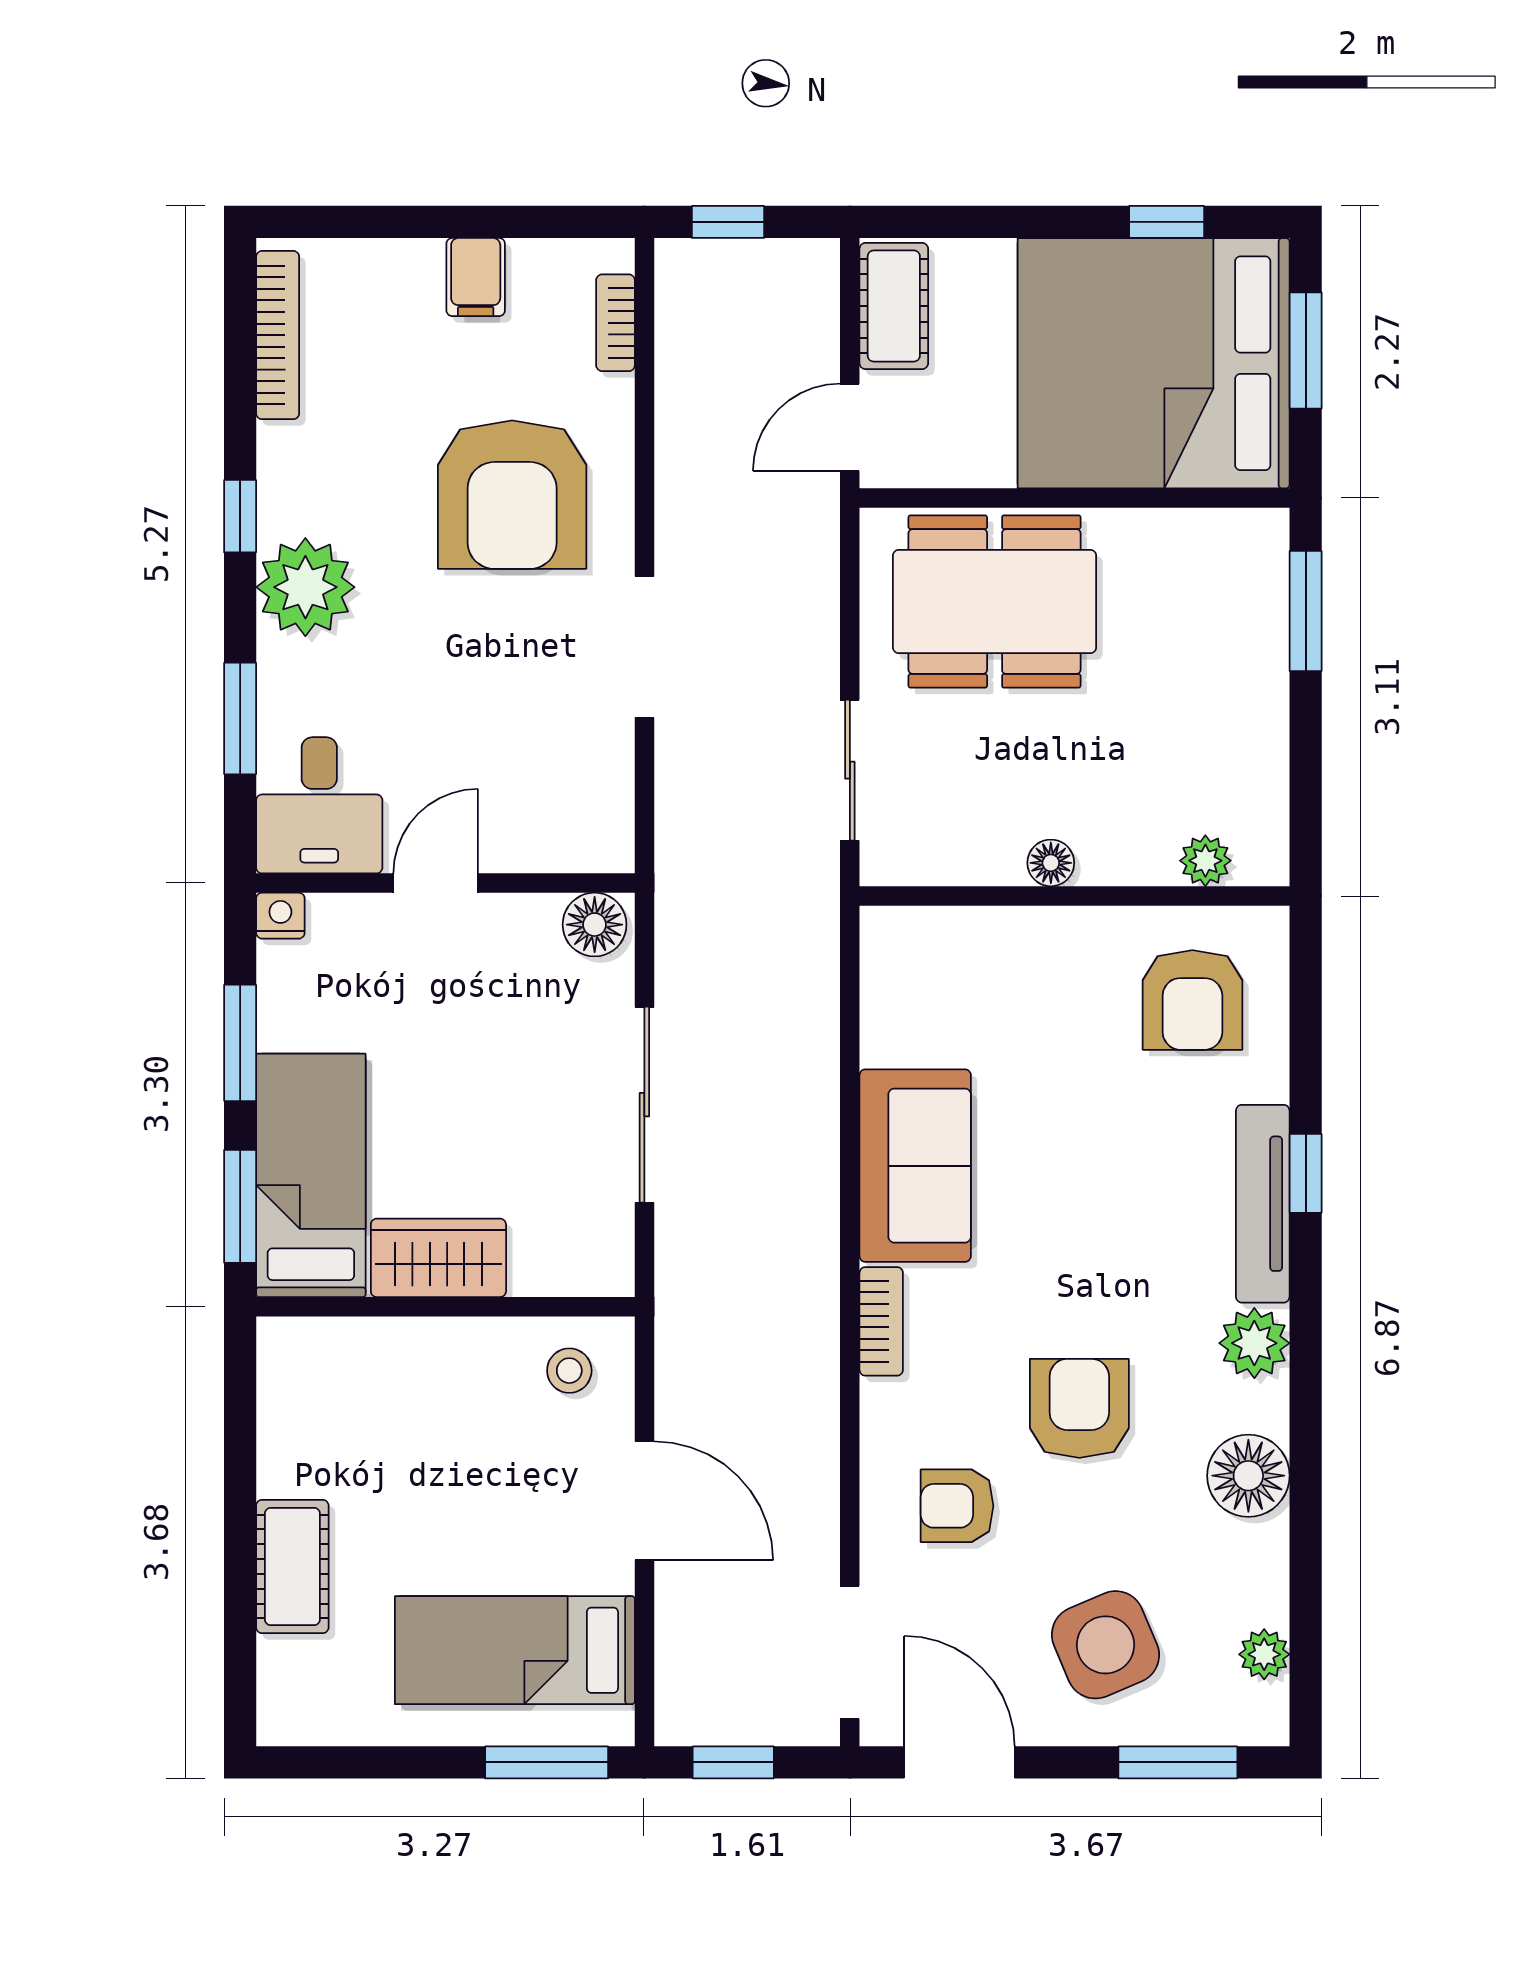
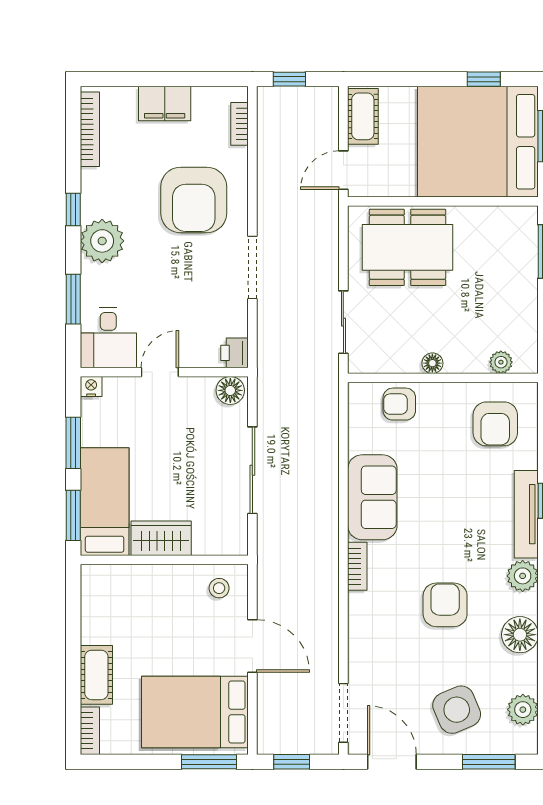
filing cabinet: (476, 277) -> (165, 104), width x2.00
printer: (604, 840) -> (235, 353), added
armchair: (957, 1506) -> (399, 404), moved
bed: (515, 1650) -> (195, 712), width x1.50
plant: (1264, 1654) -> (523, 710), width x1.38, depth x1.38
bookcase: (278, 1692) -> (90, 731), added

